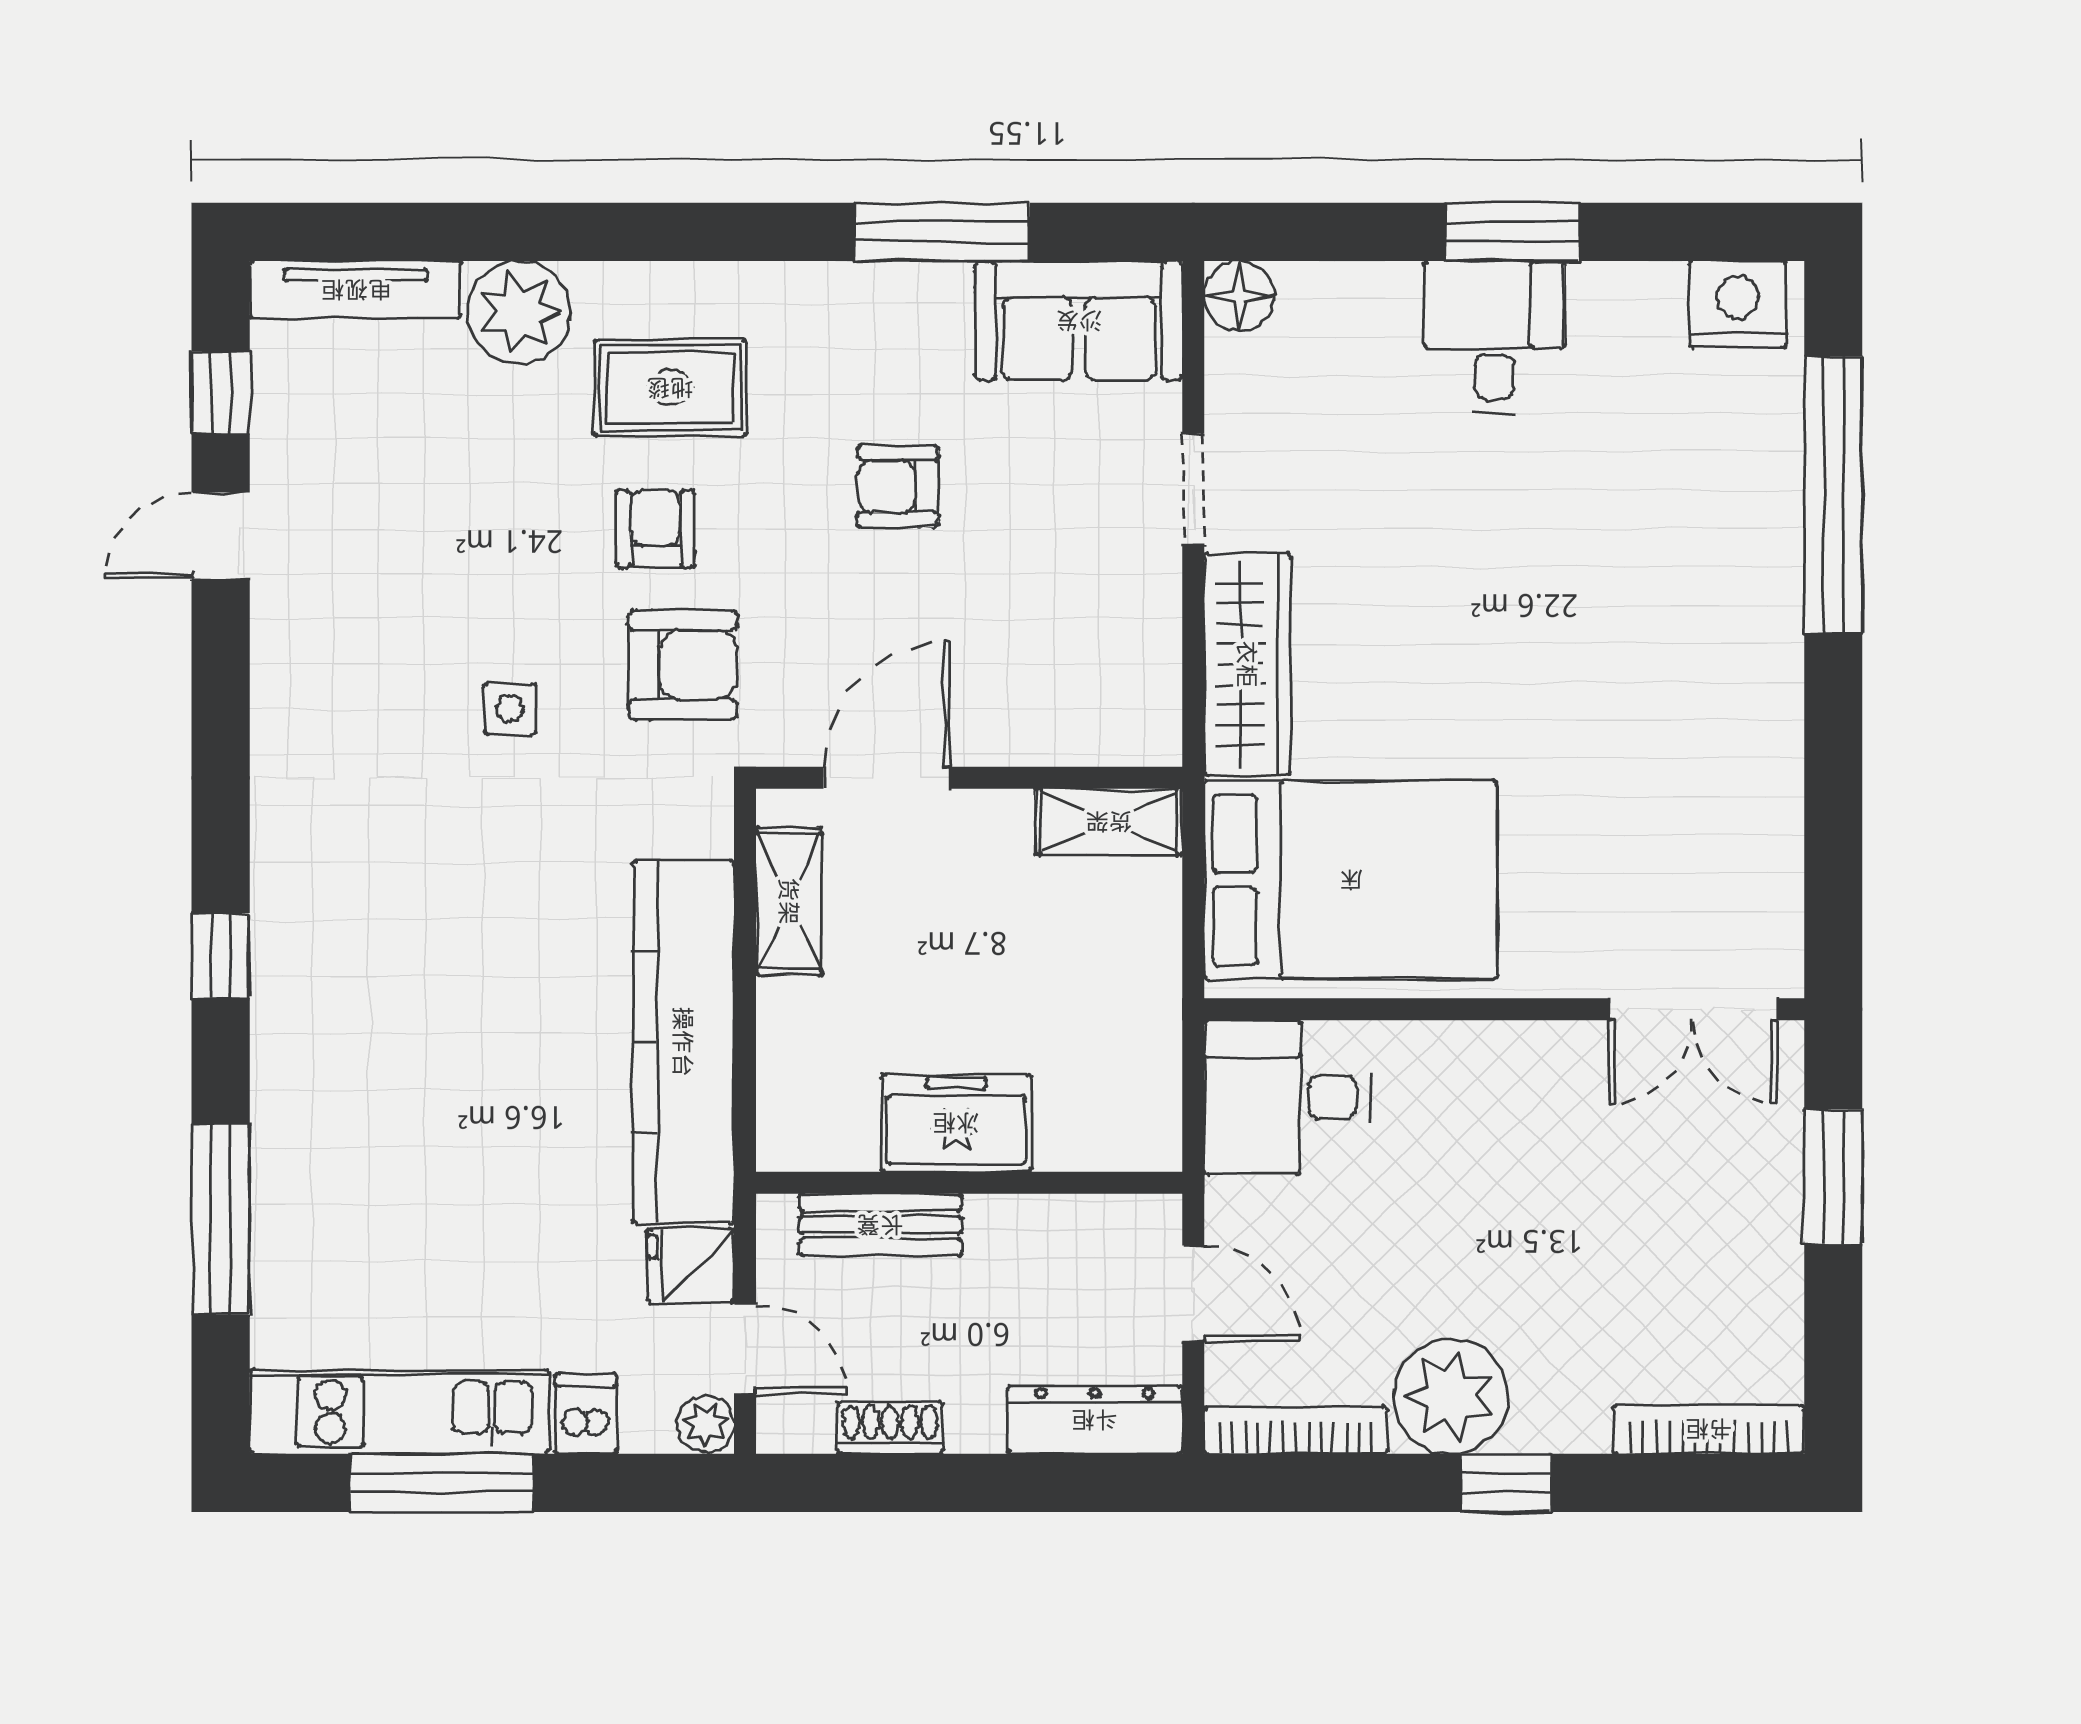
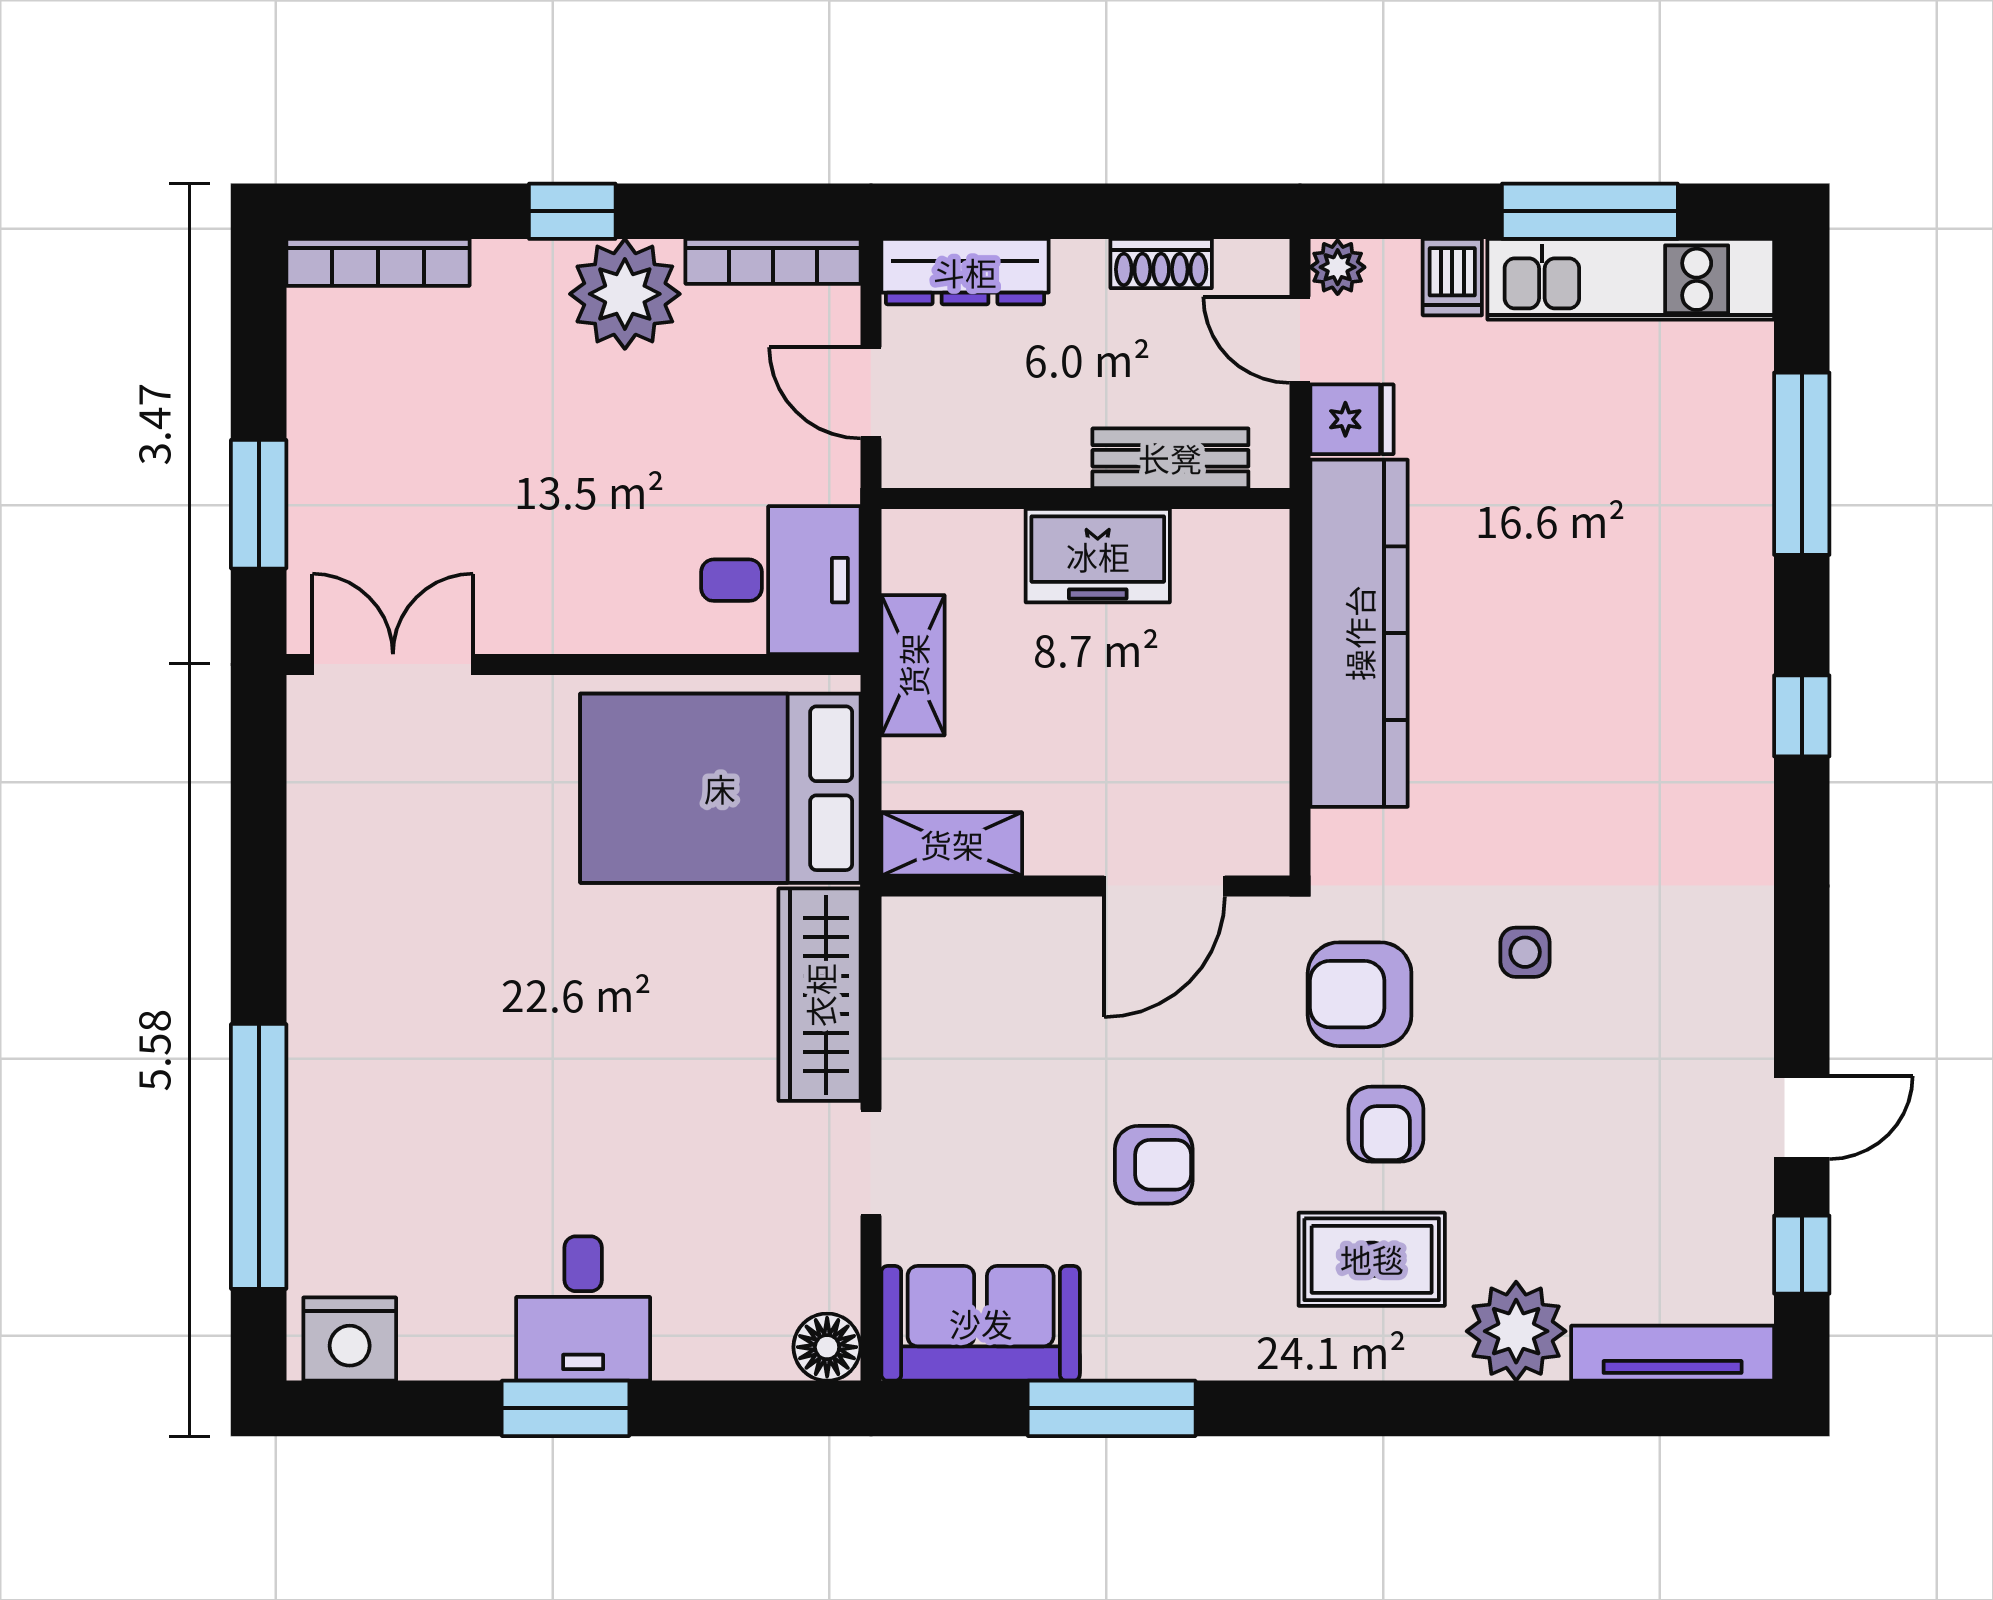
shelving: (789, 901) -> (913, 665), moved

